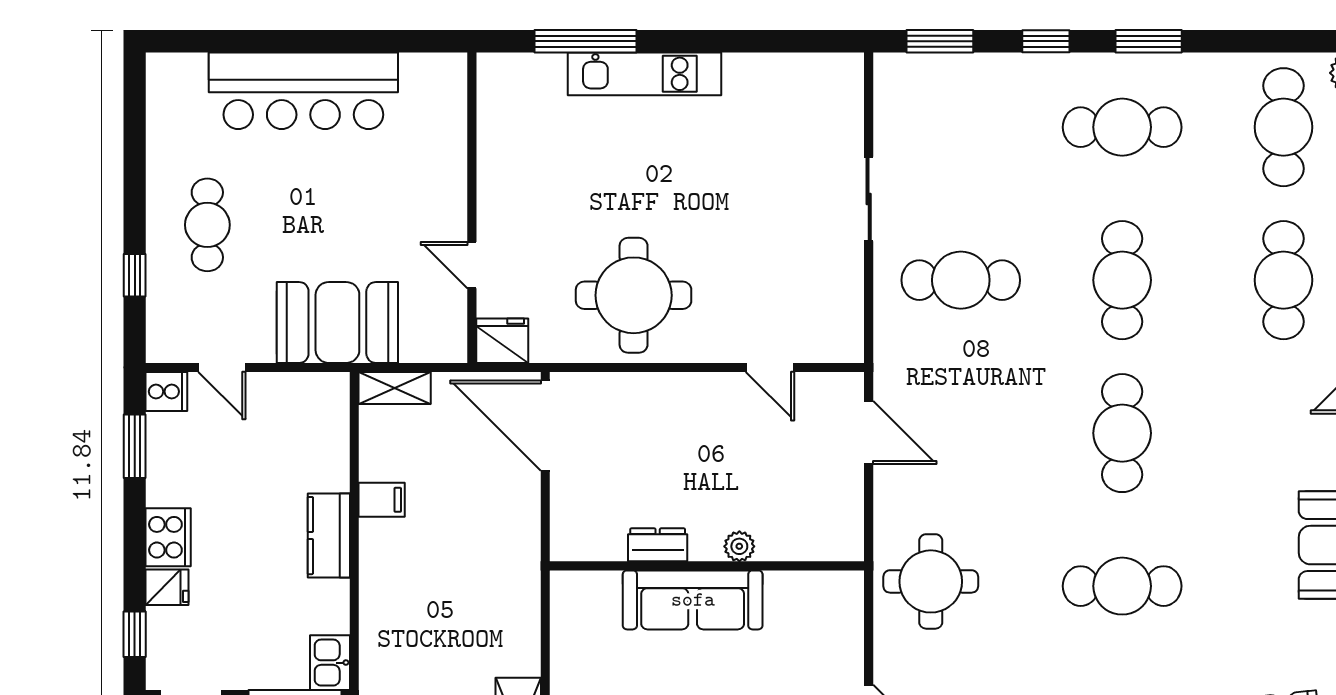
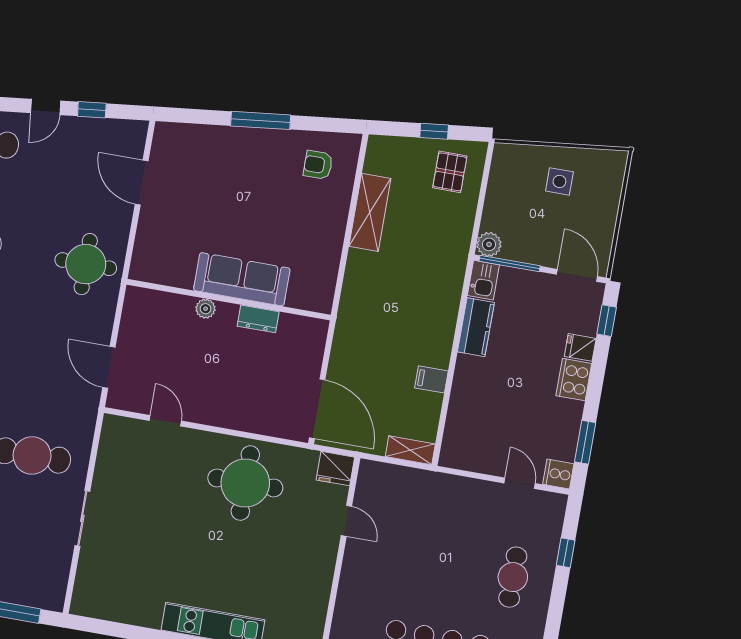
booth: (337, 322) -> (440, 499), removed
kitchen counter: (329, 536) -> (476, 327), moved

